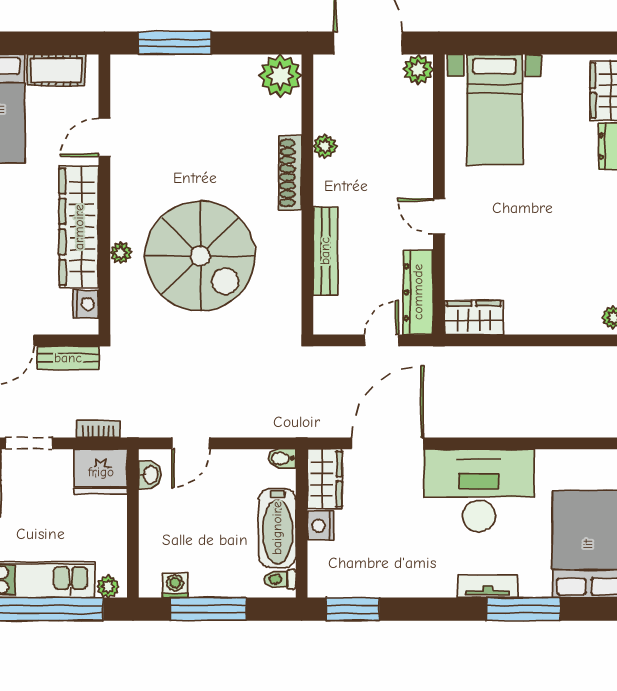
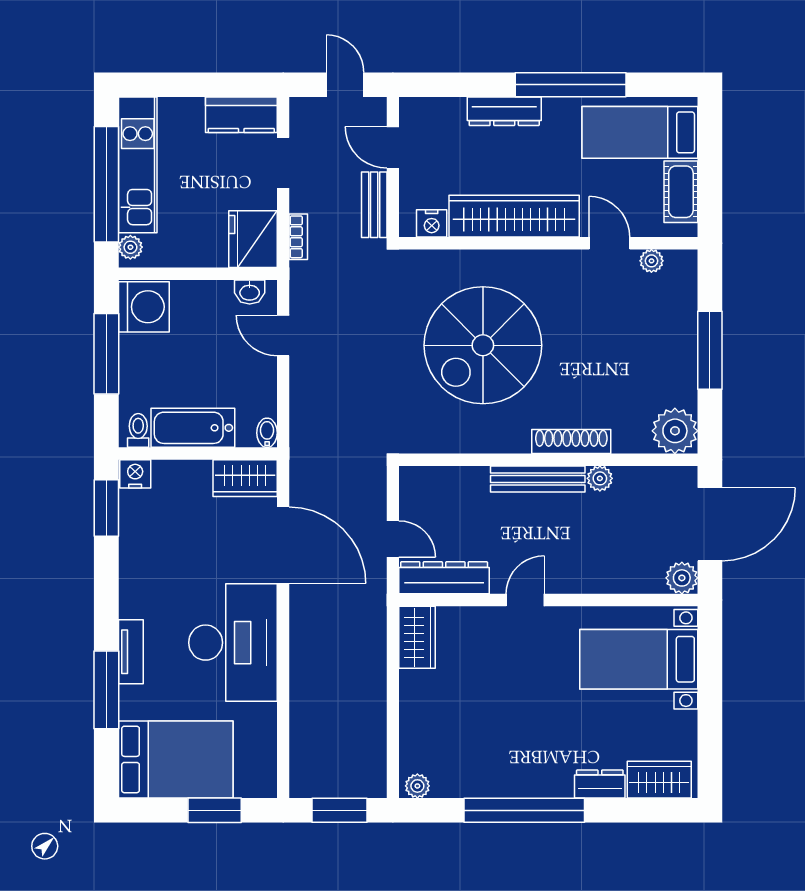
window: (175, 43) -> (710, 350), moved
bench: (325, 251) -> (538, 479), moved
plant: (121, 253) -> (651, 261), moved
nightstand: (321, 526) -> (135, 474), moved
washing machine: (175, 585) -> (144, 307), width x1.89, depth x1.89

